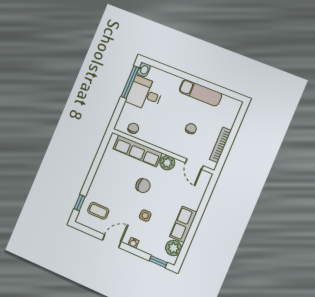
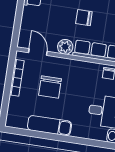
chair: (191, 129) -> (50, 87), width x1.87, depth x1.87

